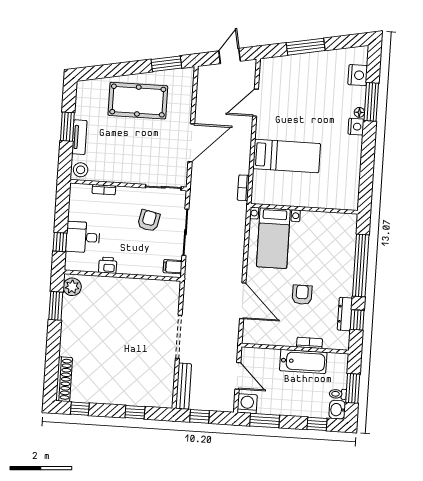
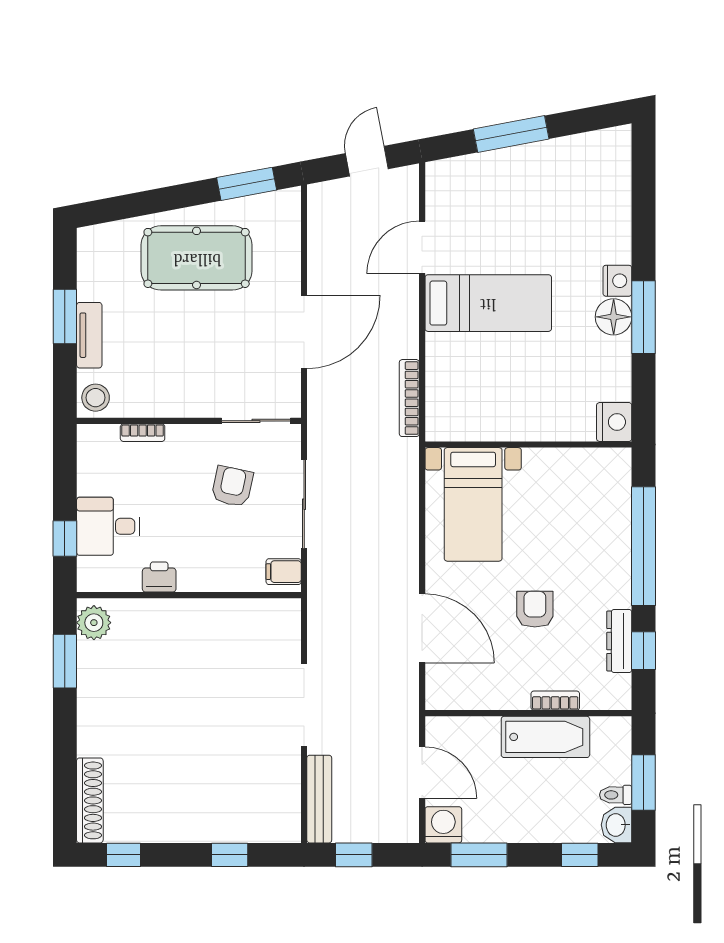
nightstand: (358, 75) -> (614, 422), moved
window: (371, 102) -> (644, 317), moved
floor lamp: (359, 112) -> (614, 317), moved, width x1.89, depth x1.89
bed: (287, 156) -> (488, 303), moved
bookcase: (243, 188) -> (409, 398), width x1.56

